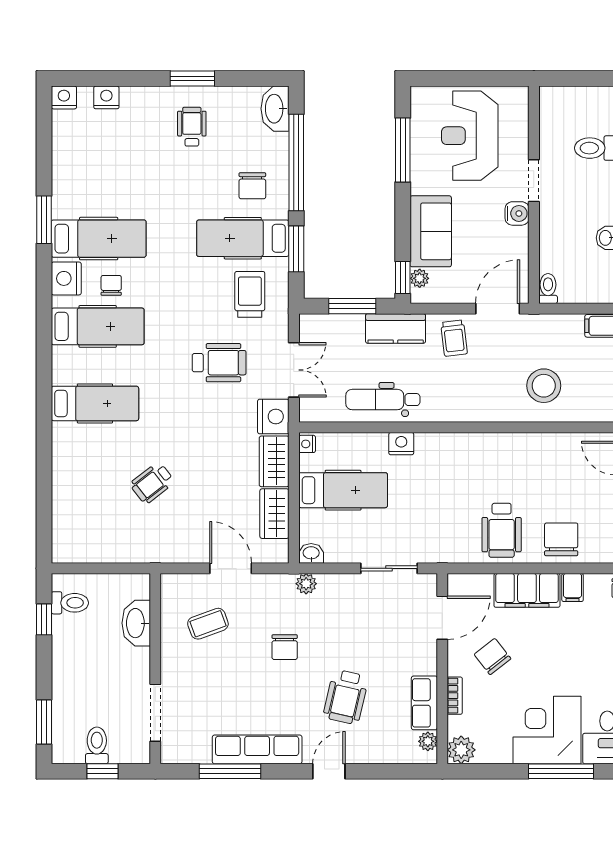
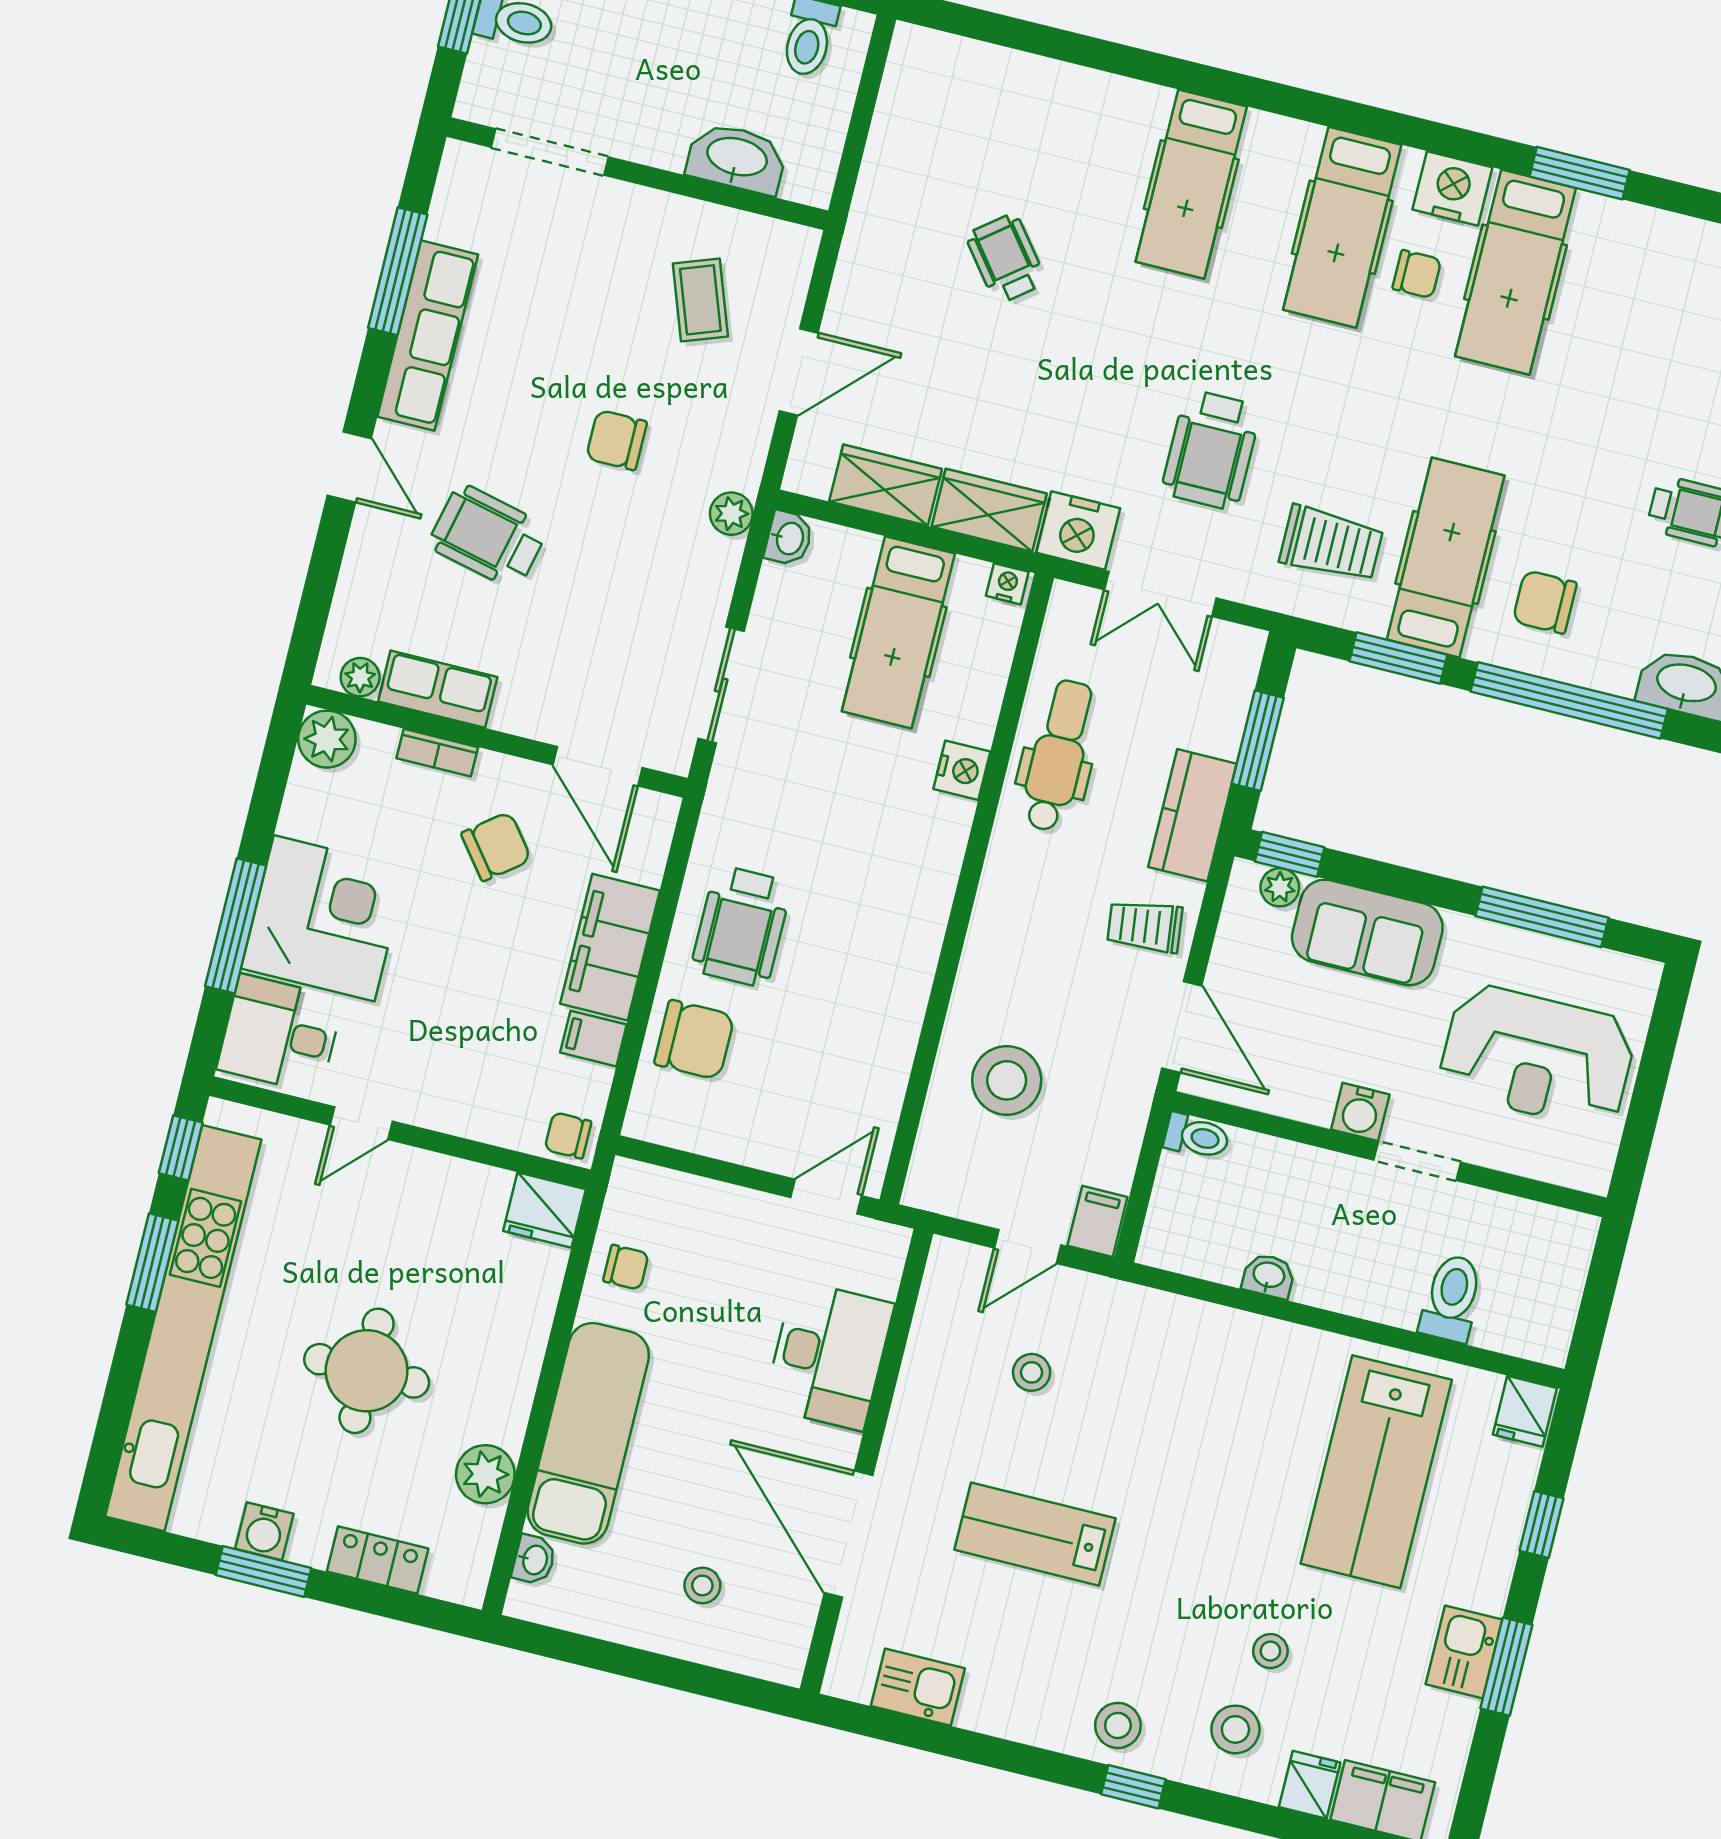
reception desk: (470, 136) -> (1537, 1056), turned 180
wheelchair: (502, 530) -> (741, 926), turned -90

